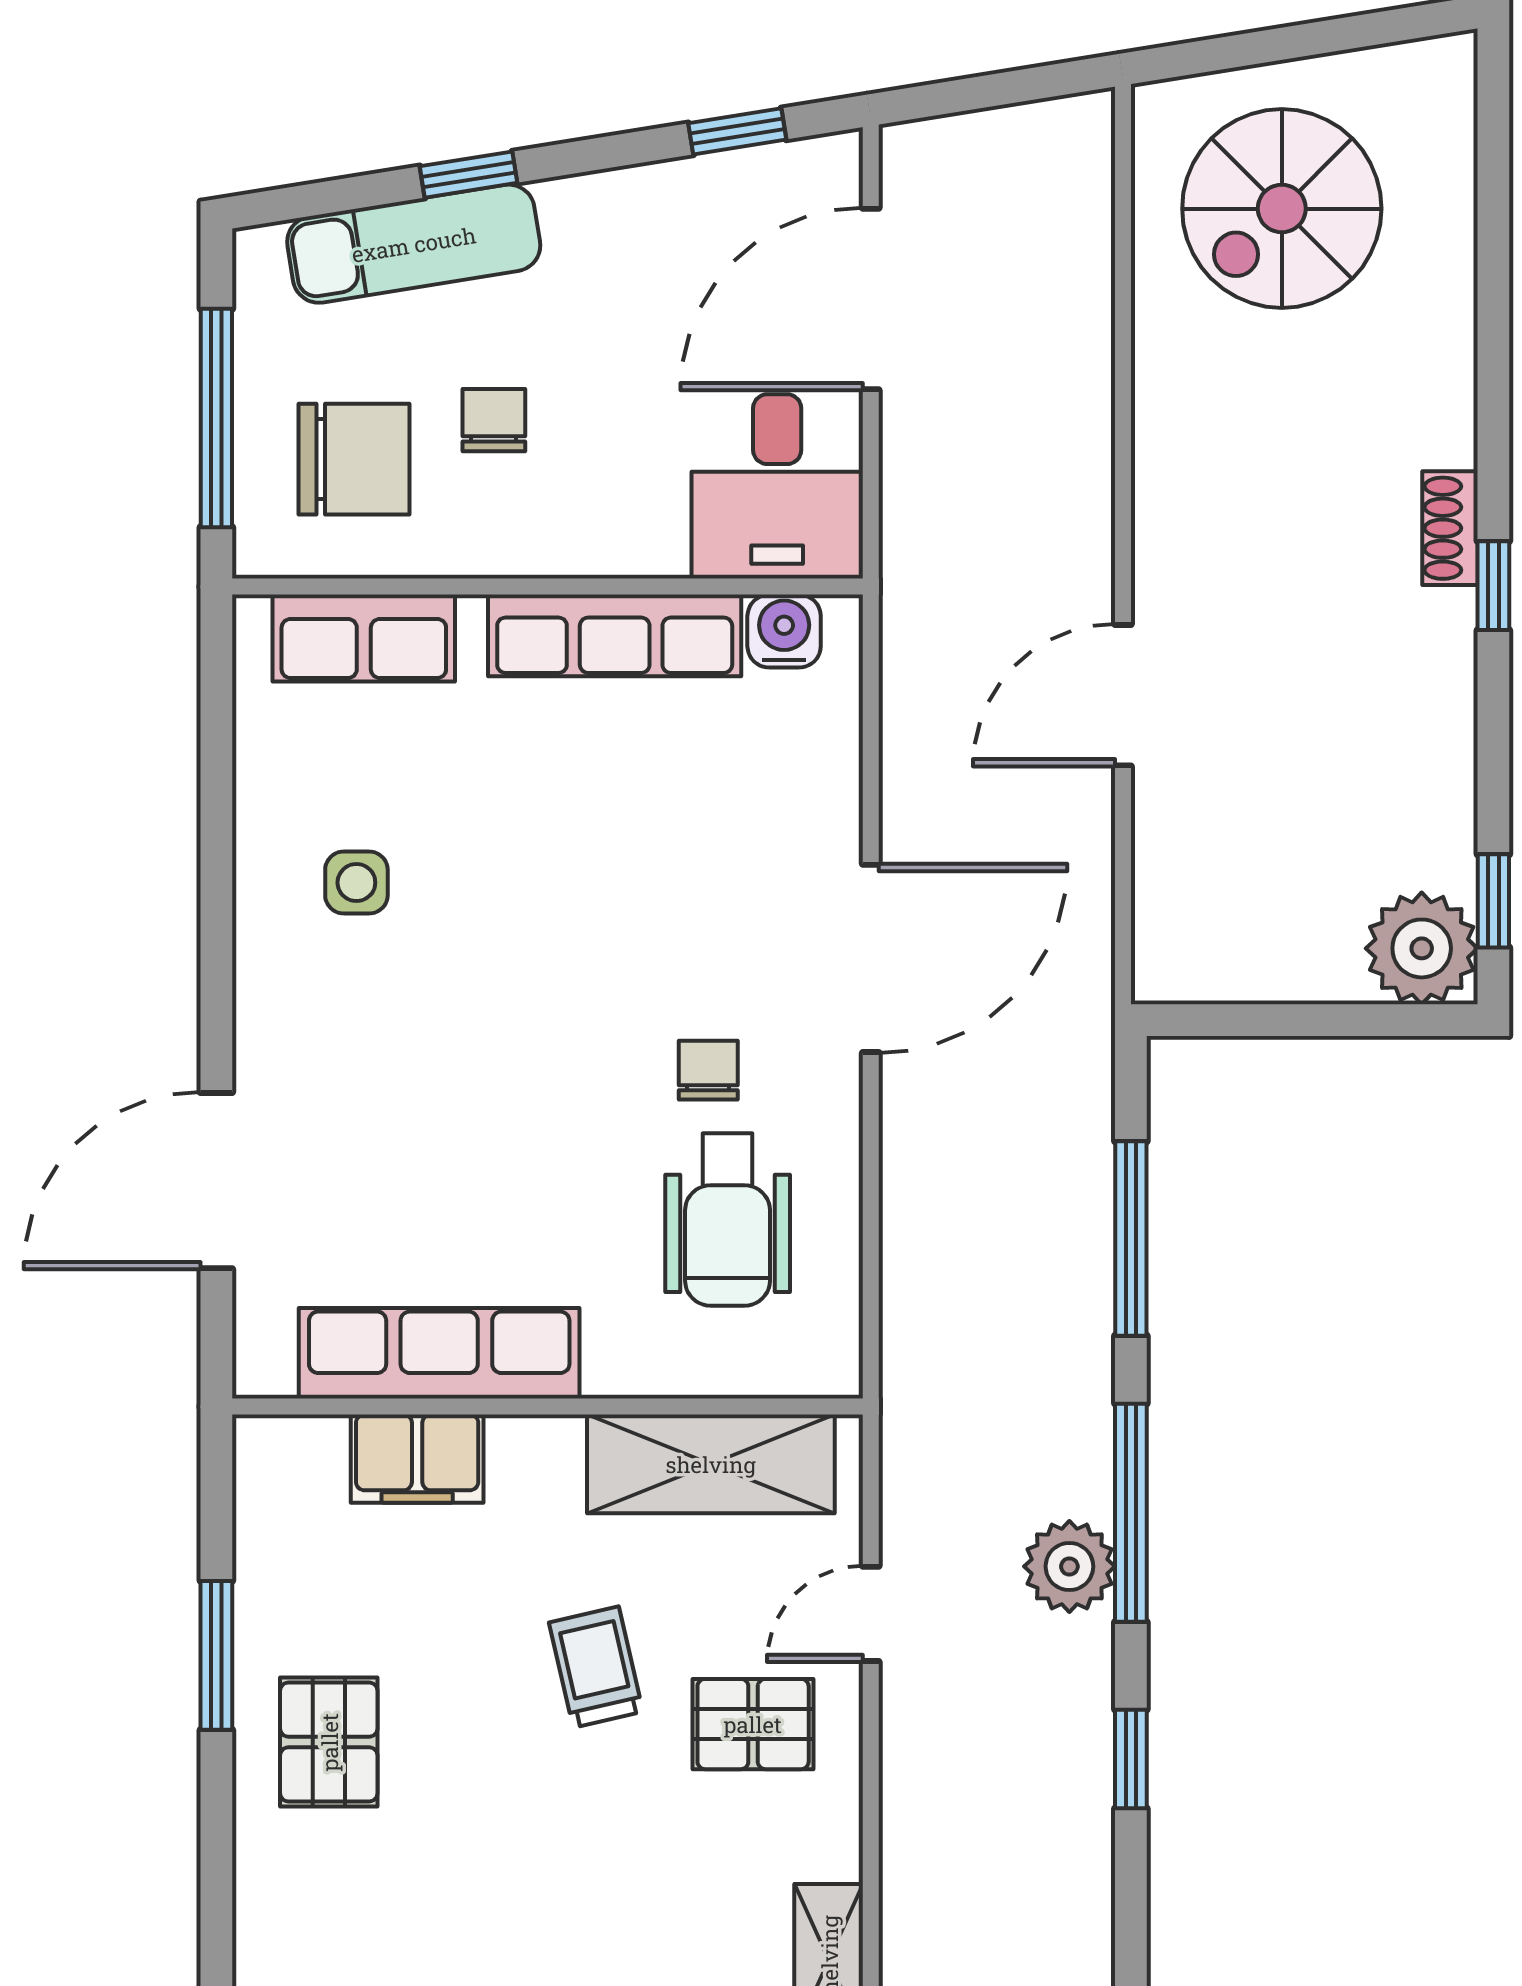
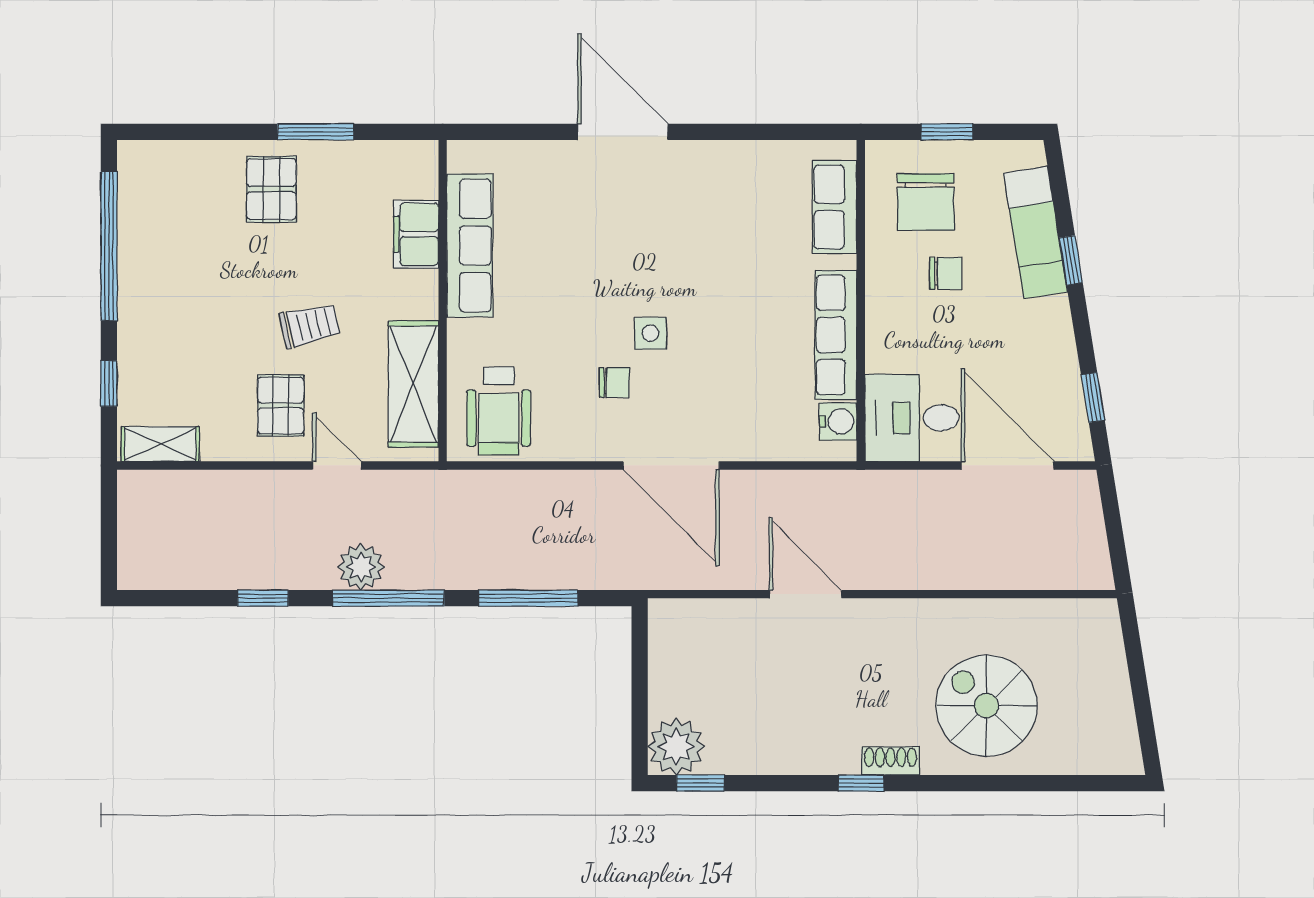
spiral stairs: (1282, 209) -> (987, 706), moved
window: (216, 418) -> (947, 132), width x0.46
side table: (356, 883) -> (651, 333), moved
door: (216, 1181) -> (623, 132), moved
wheelchair: (728, 1220) -> (499, 411), moved, turned -90
pallet: (329, 1742) -> (272, 189), turned 90

